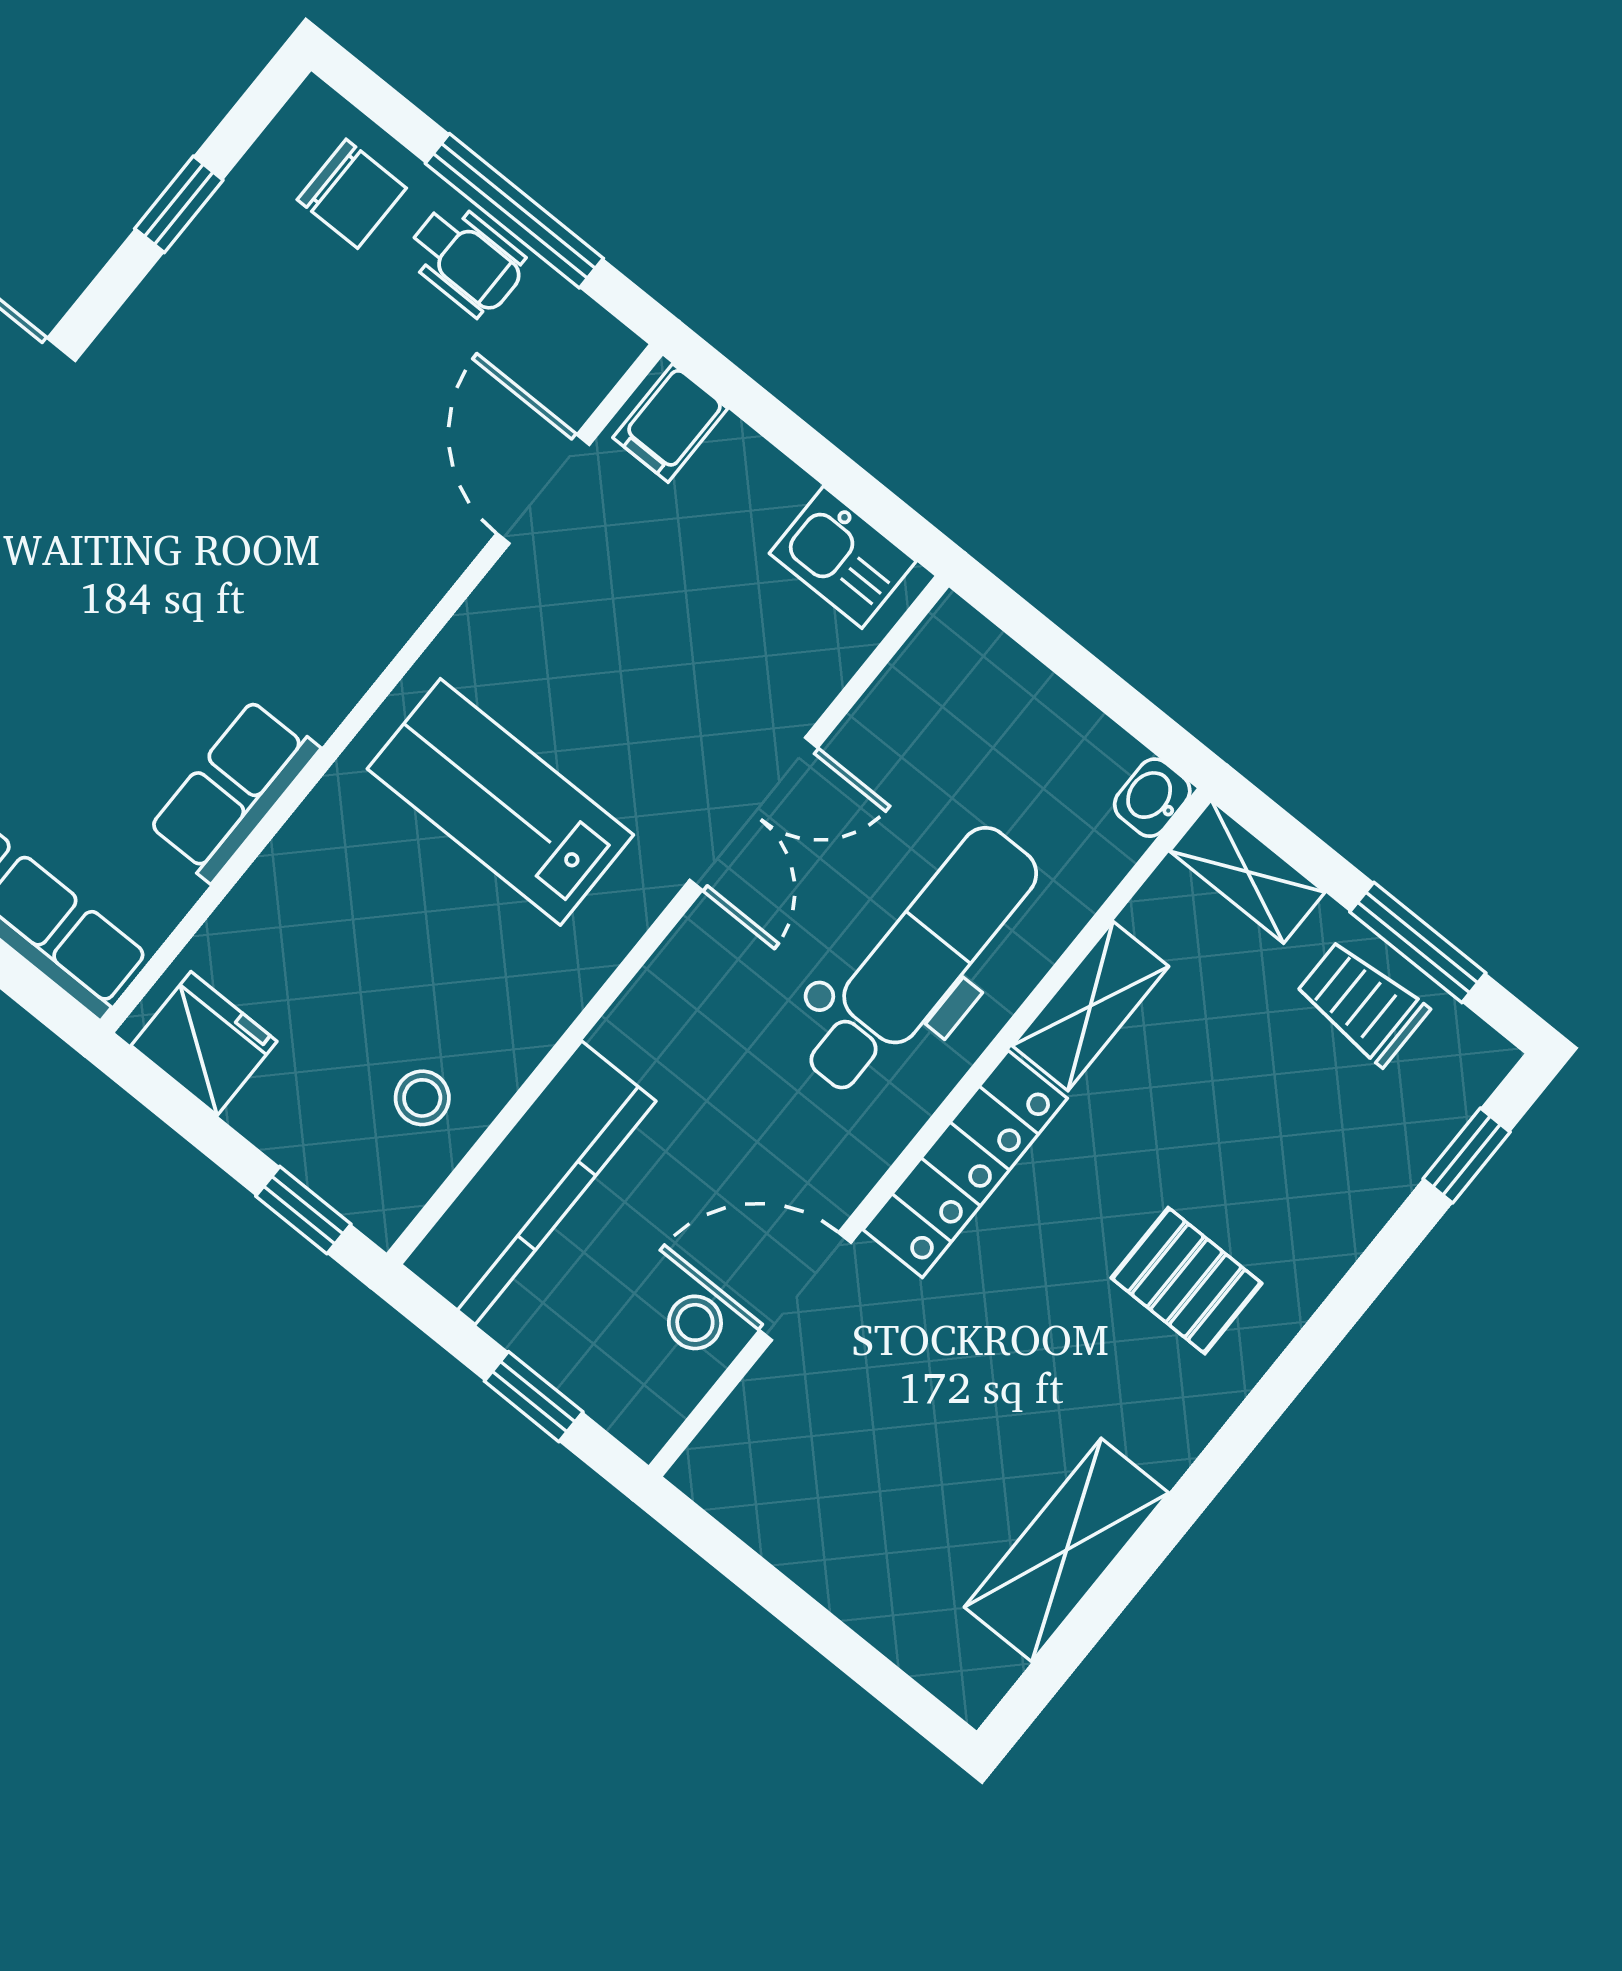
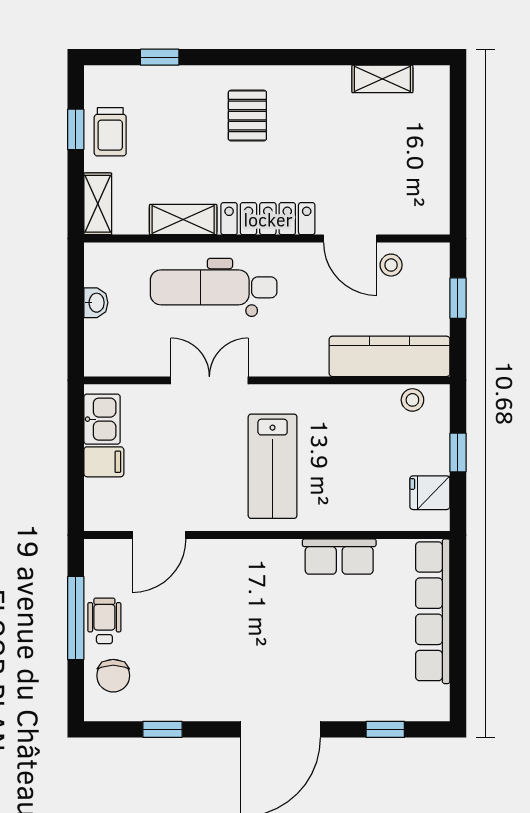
chair: (352, 194) -> (113, 676), turned 180
filing cabinet: (670, 423) -> (104, 462), moved
washbasin: (1152, 798) -> (96, 303), moved, turned -90
window: (1418, 942) -> (76, 129), width x0.67
fridge: (204, 1043) -> (430, 493), width x0.72
stool: (422, 1098) -> (412, 400), moved
window: (1467, 1156) -> (160, 57), moved
window: (303, 1210) -> (458, 453), moved
shelving: (1067, 1550) -> (382, 79), width x0.67, depth x0.75

